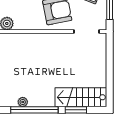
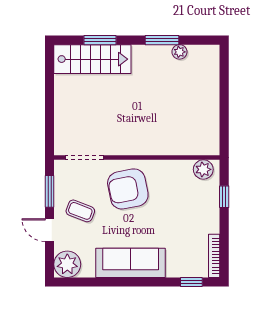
window: (34, 110) -> (162, 40), width x0.47

